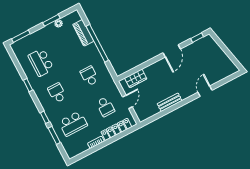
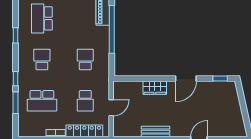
wardrobe: (136, 78) -> (155, 88), moved

